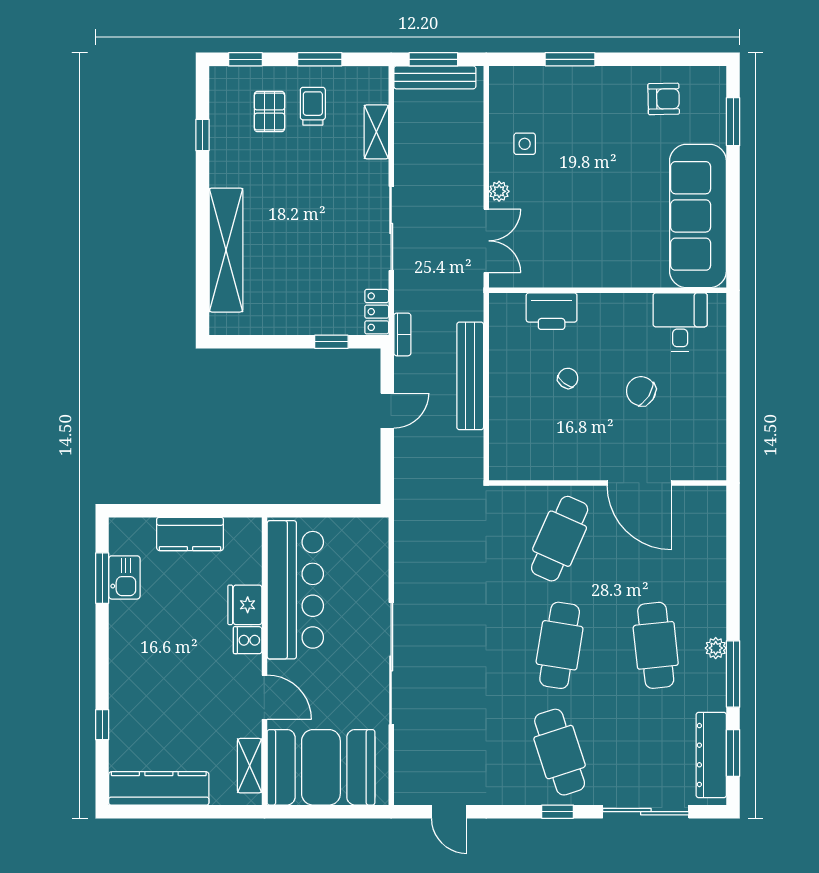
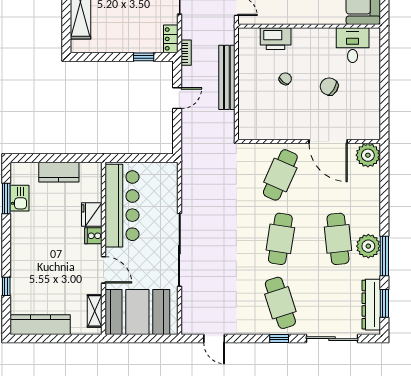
plant: (706, 506) -> (368, 155), added
plant: (716, 648) -> (368, 246), width x1.88, depth x1.88

